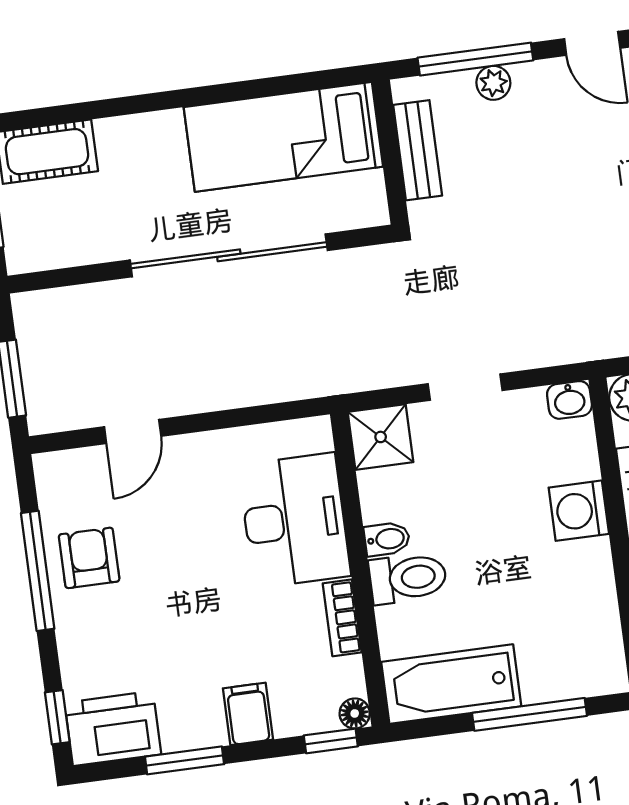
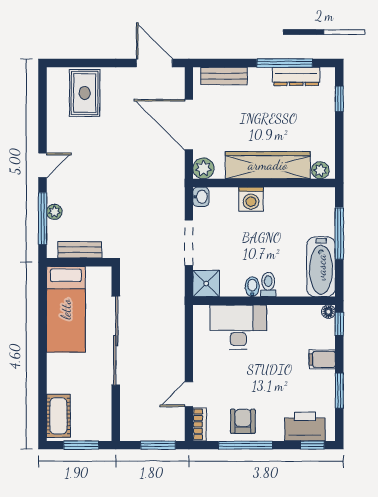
doorway: (465, 387) -> (189, 243), width x1.38
door: (133, 432) -> (189, 394), swing flipped
armchair: (89, 558) -> (243, 421), turned 90
toilet: (408, 578) -> (268, 284), width x0.73, depth x0.72
bookcase: (342, 618) -> (200, 424), moved, turned -90
printer: (113, 729) -> (305, 427), moved, turned 90

